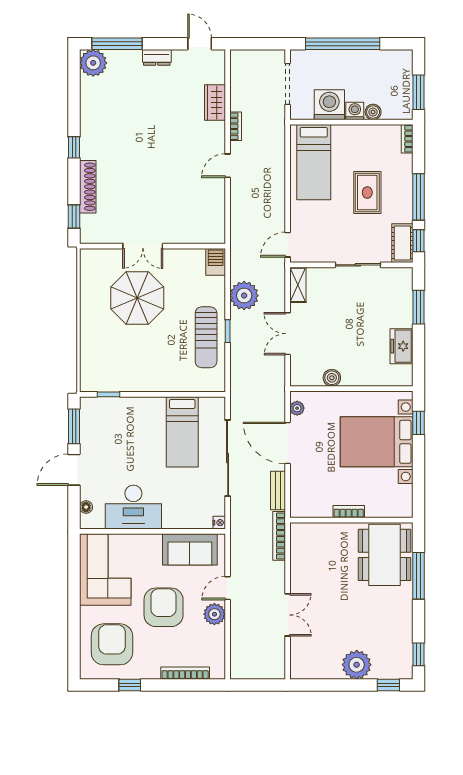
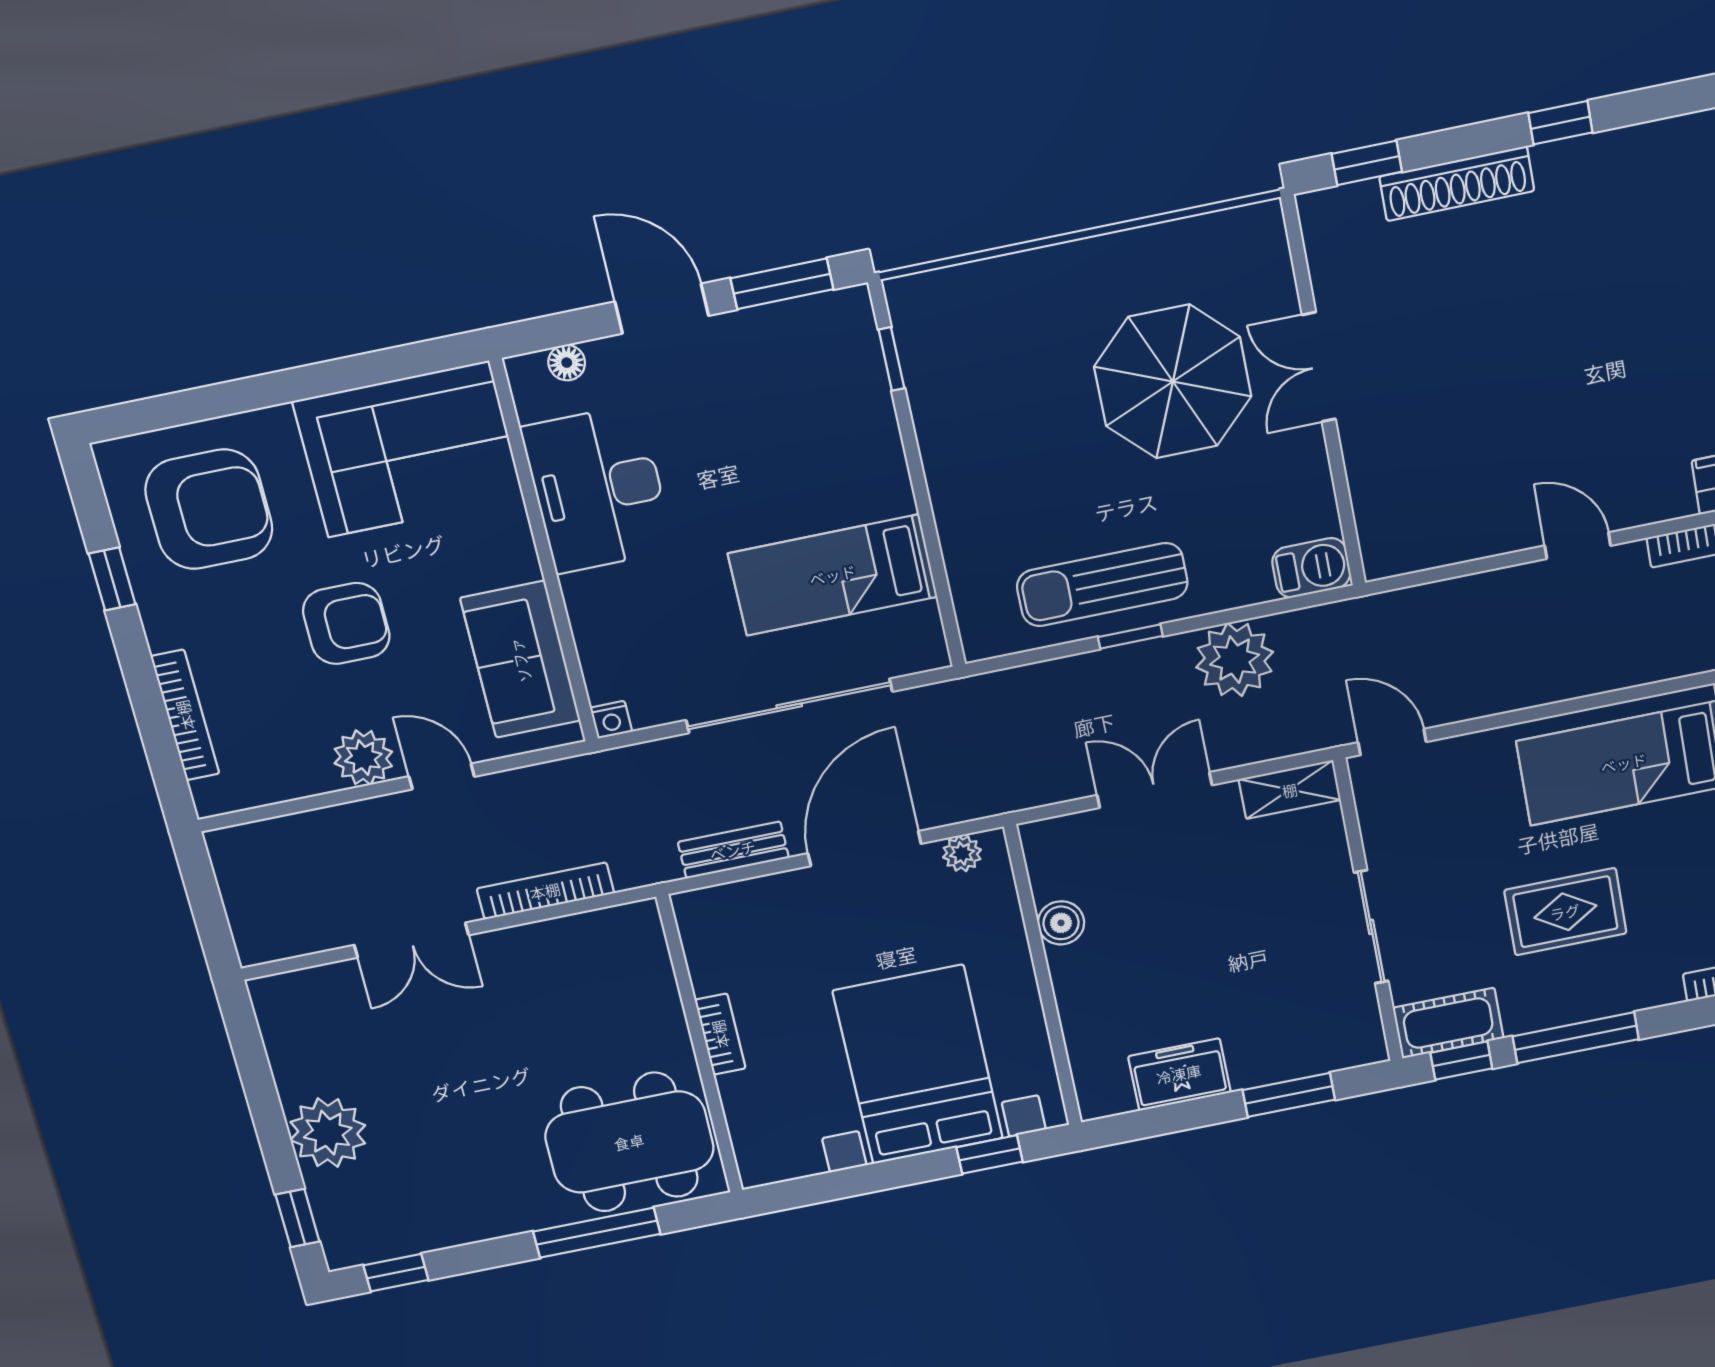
bookcase: (279, 536) -> (545, 891), moved
armchair: (164, 607) -> (346, 623), width x0.73, depth x0.73

